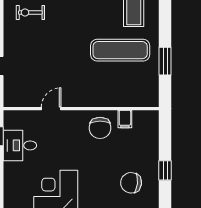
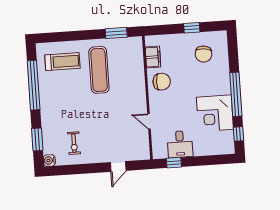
window: (165, 61) -> (116, 33), moved
filing cabinet: (125, 119) -> (153, 57), width x2.00

